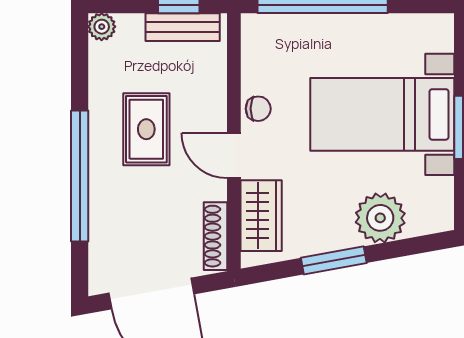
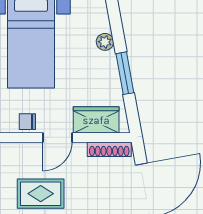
chair: (258, 109) -> (27, 122), turned -90
plant: (380, 218) -> (105, 42), width x0.53, depth x0.53

